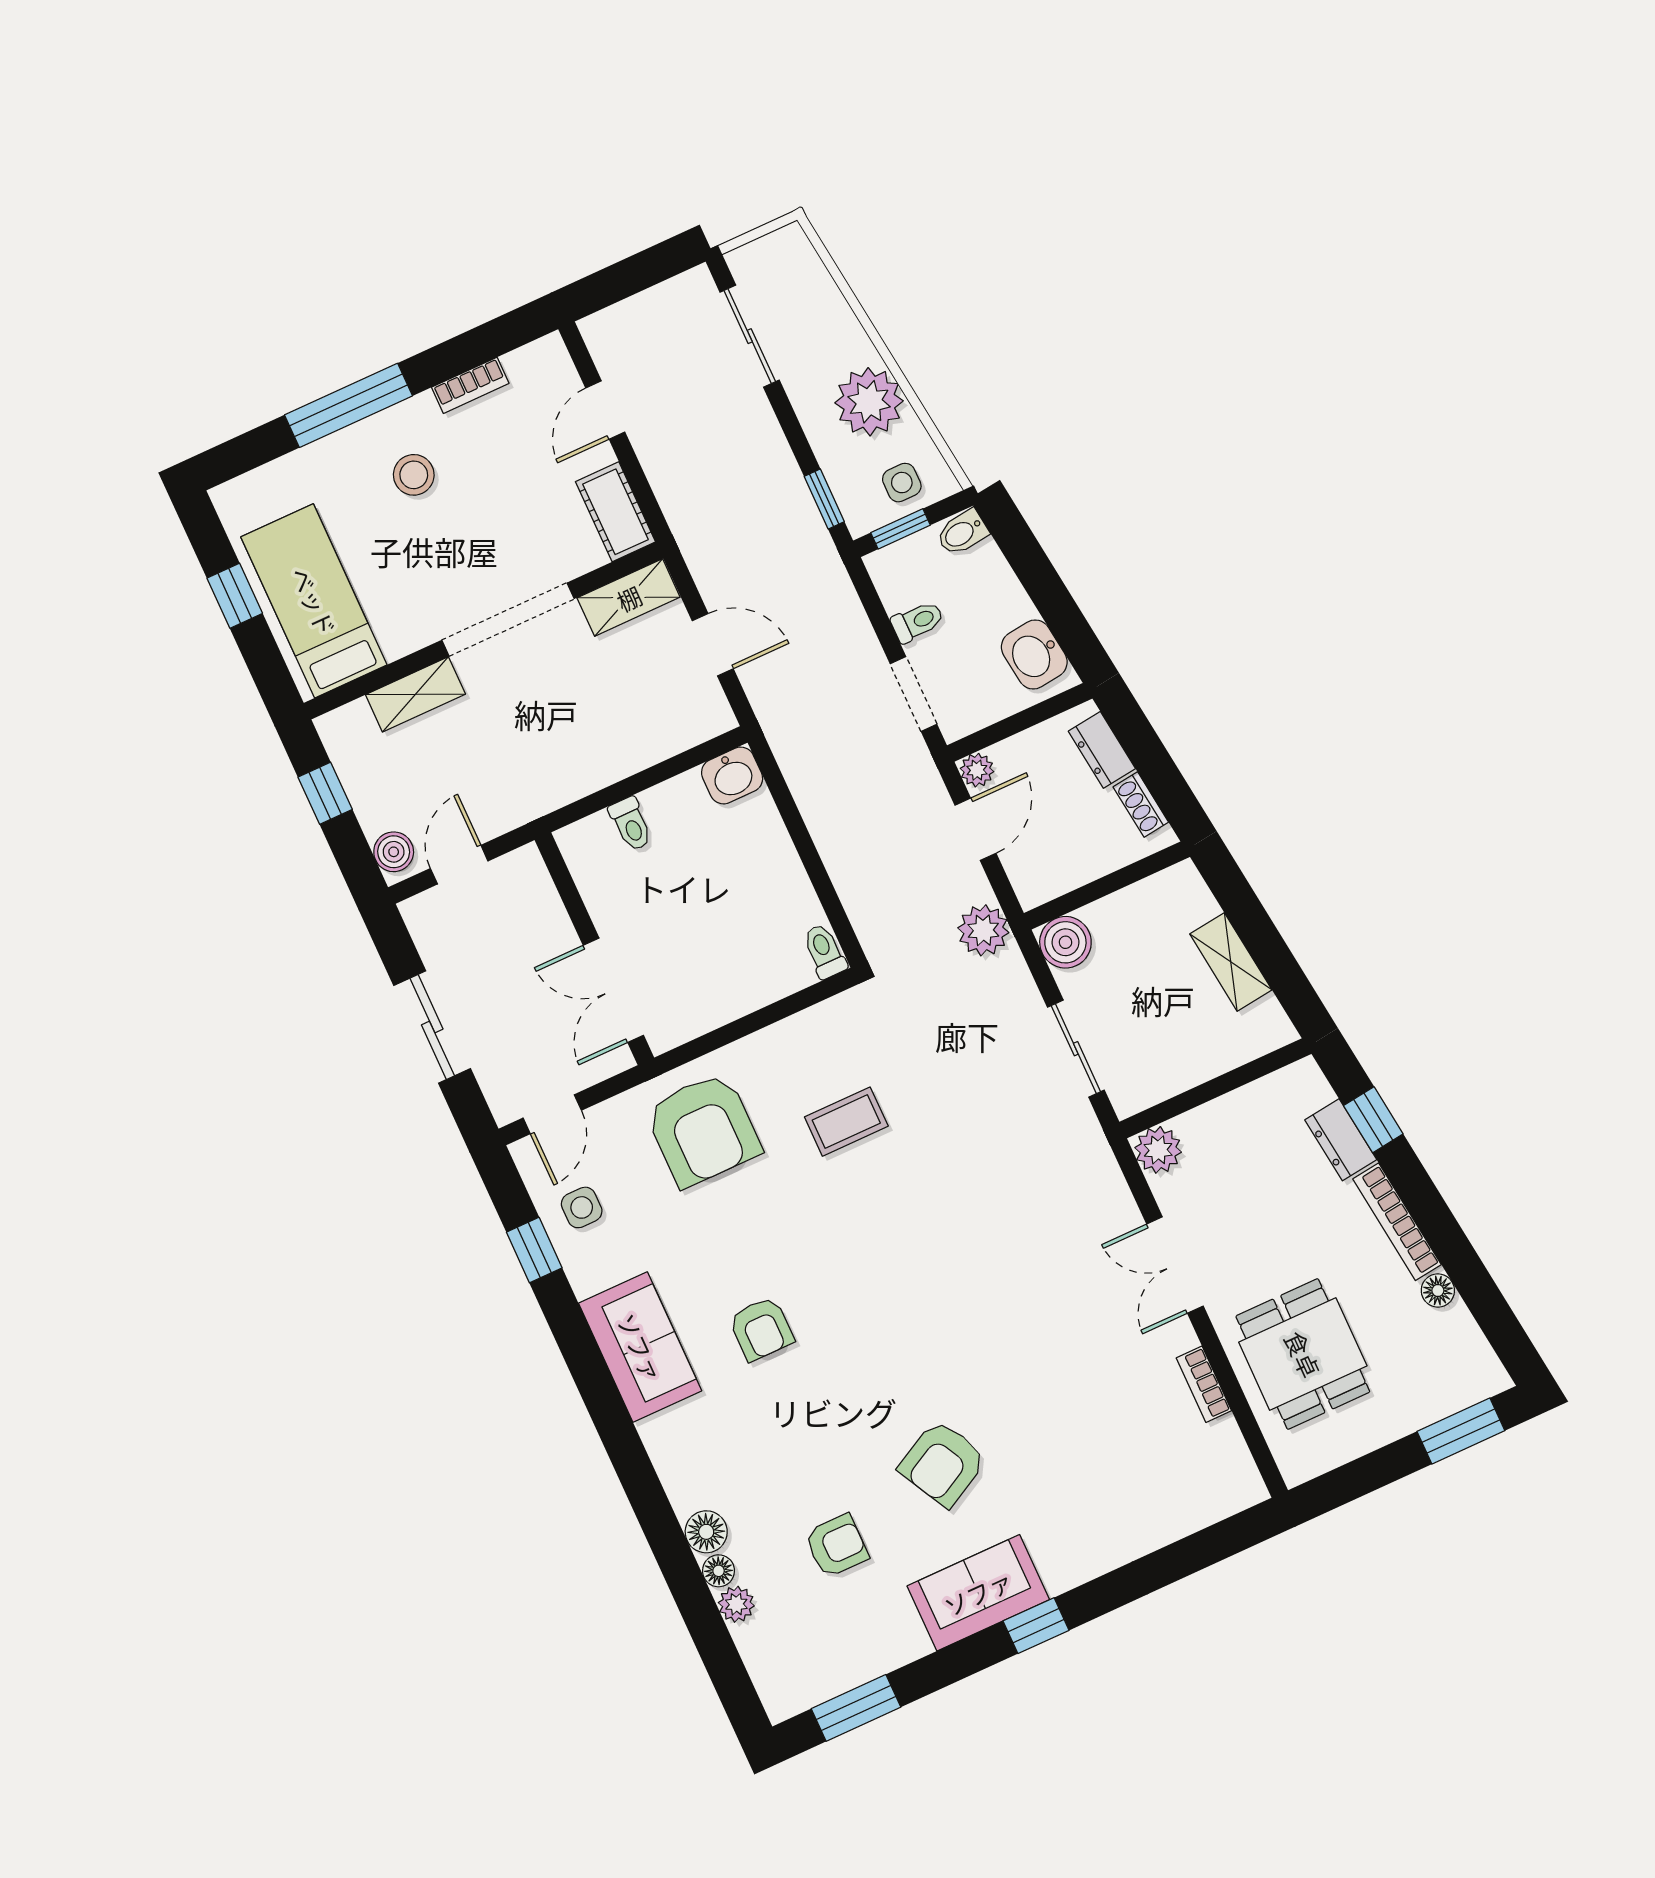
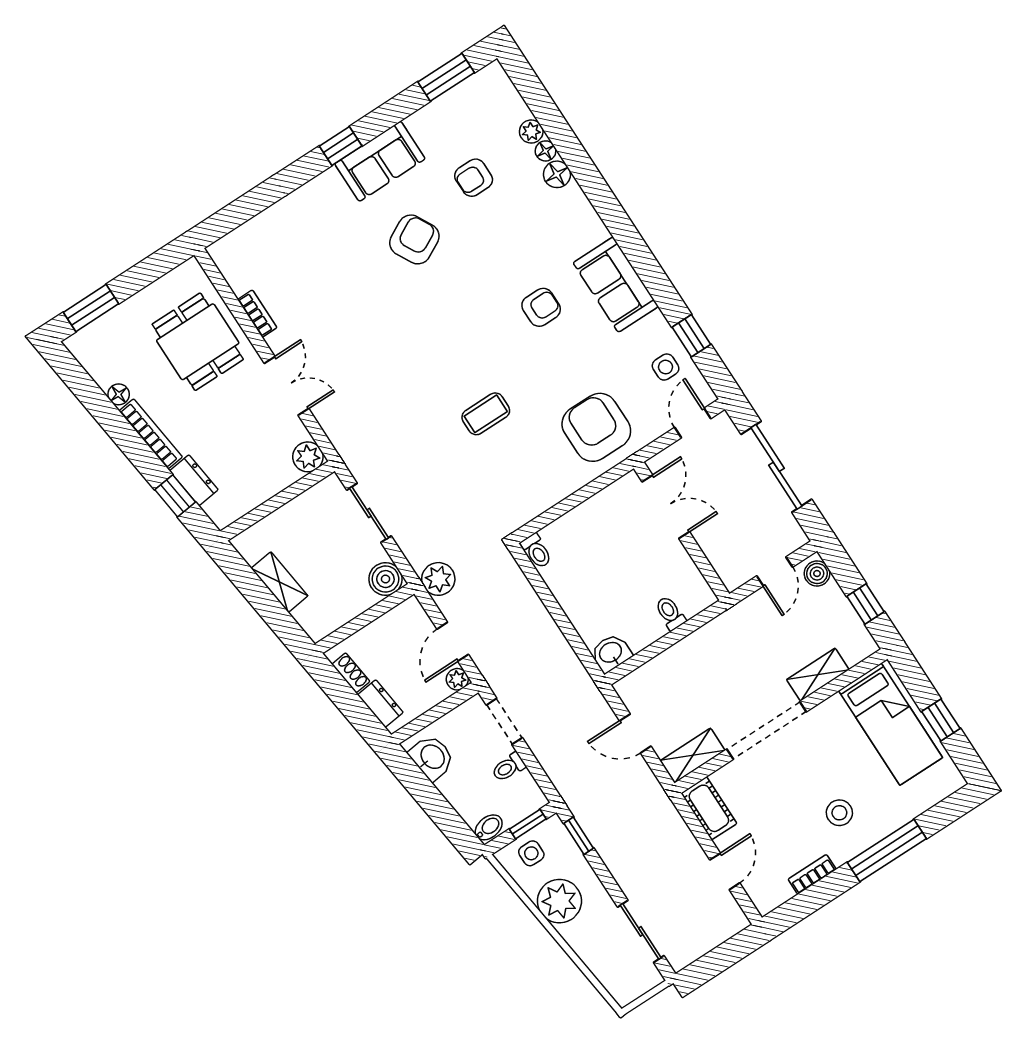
sliding door: (432, 1027) -> (776, 467), width x1.37
coffee table: (846, 1122) -> (486, 414), moved
armchair: (761, 1329) -> (541, 307), turned 90

